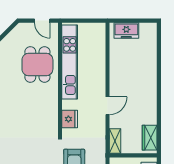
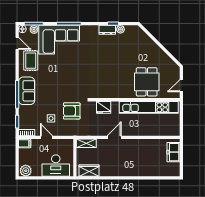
dining table: (37, 65) -> (147, 82), turned 90
door: (108, 106) -> (114, 137), swing flipped

